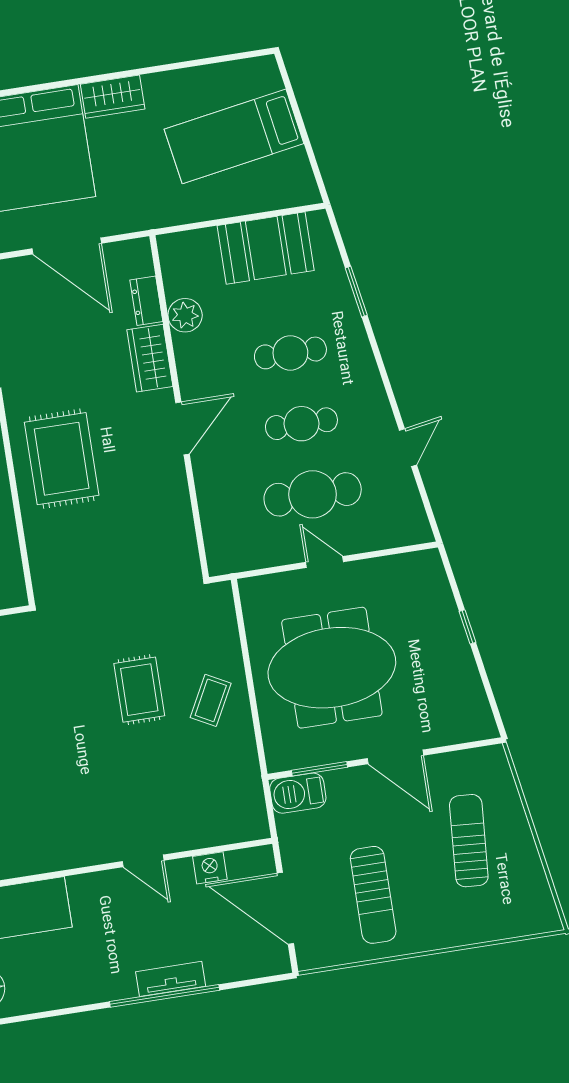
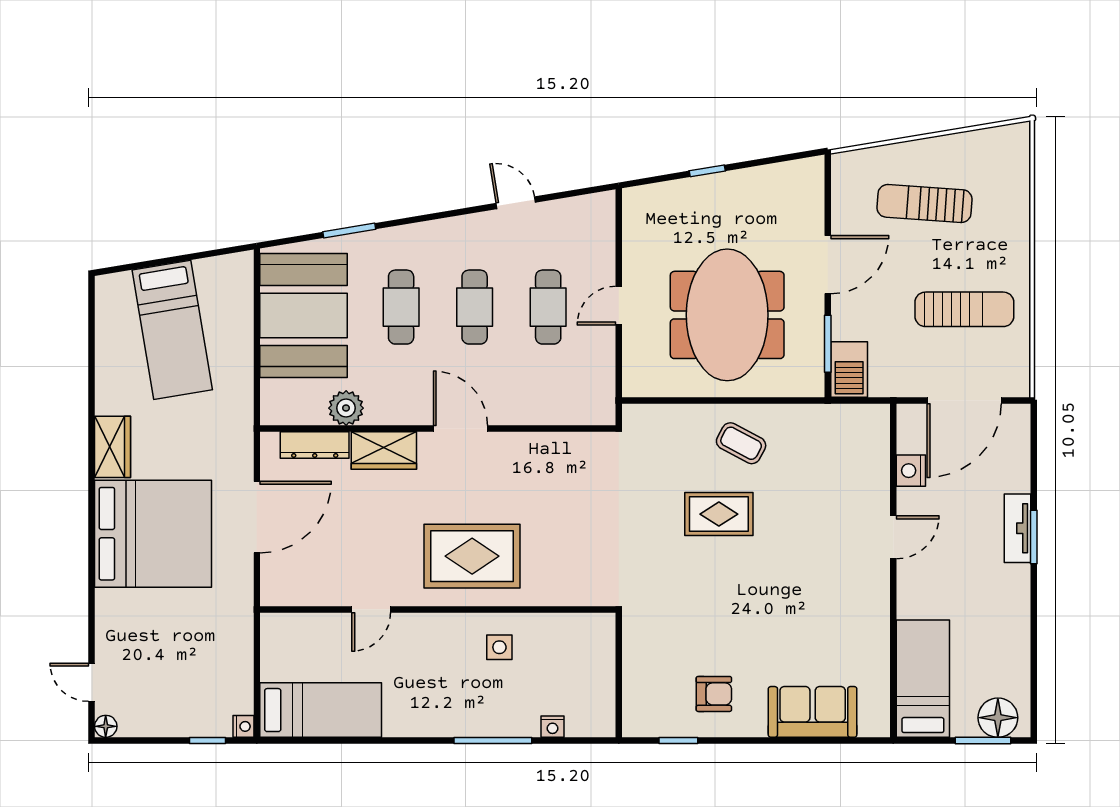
booth: (266, 248) -> (304, 315), width x1.36, depth x1.42
dresser: (146, 301) -> (315, 445), width x1.44
cafe table: (313, 494) -> (548, 307), width x0.73, depth x0.74
window: (165, 996) -> (1034, 537), width x0.47

